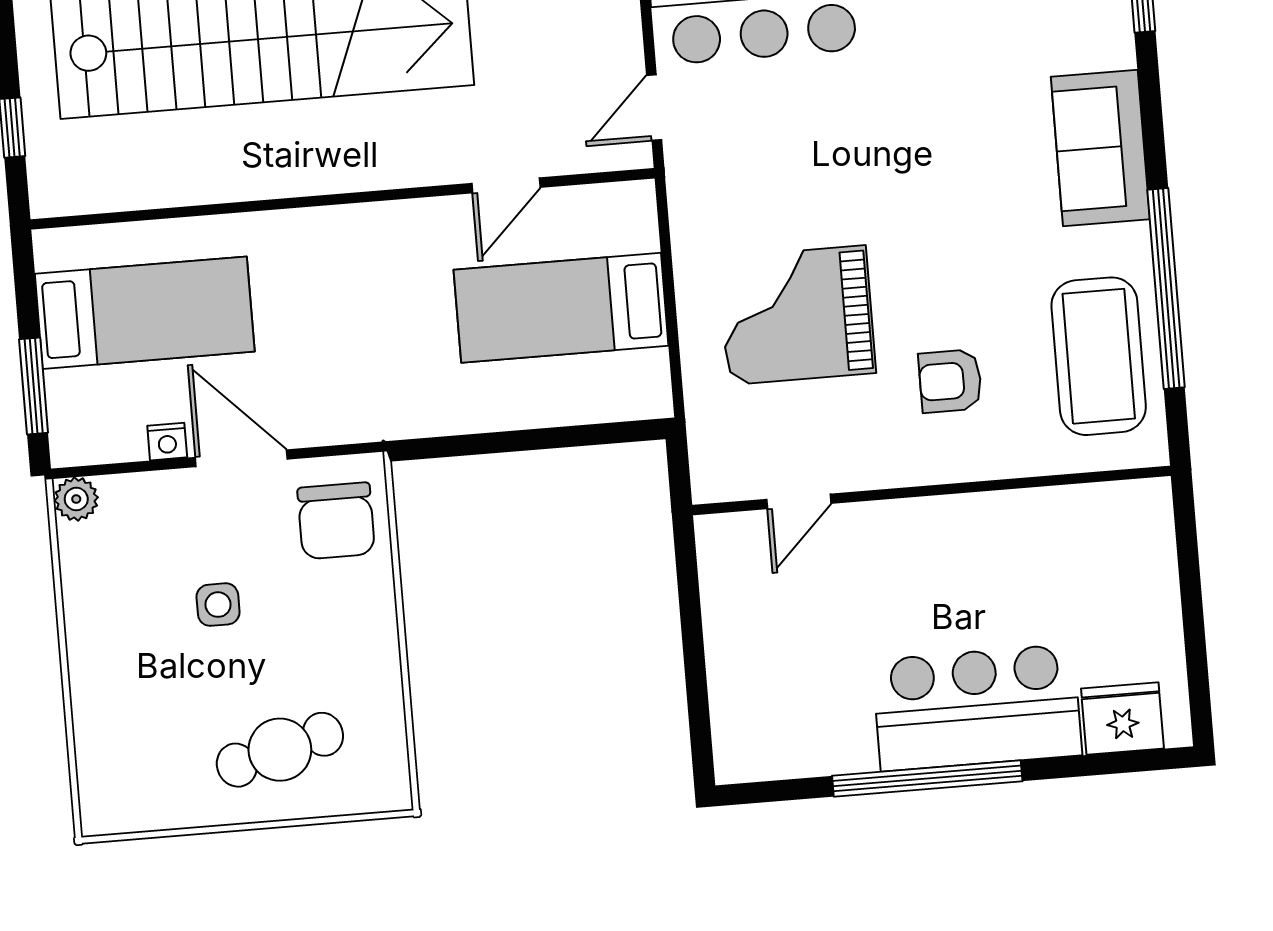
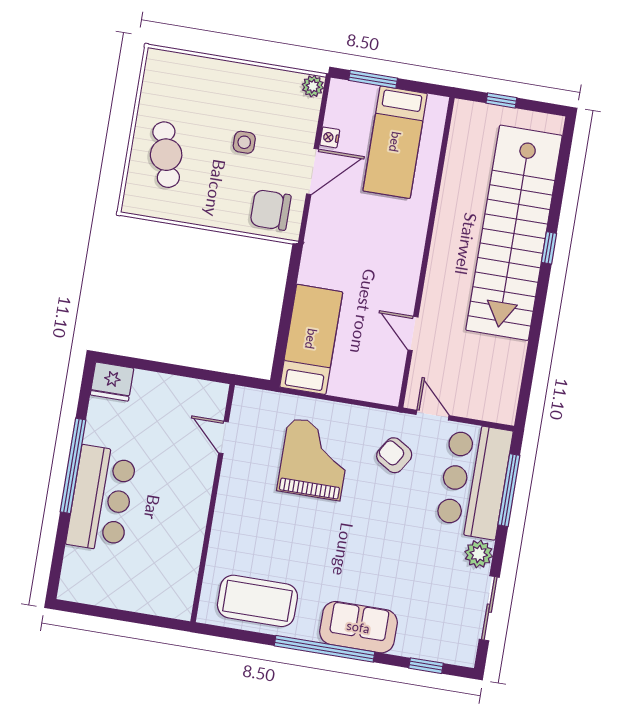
window: (1166, 289) -> (324, 649), moved
bed: (561, 308) -> (311, 339), moved
armchair: (950, 381) -> (394, 455), moved, turned -58
fridge: (1122, 718) -> (112, 382), moved, turned 90

